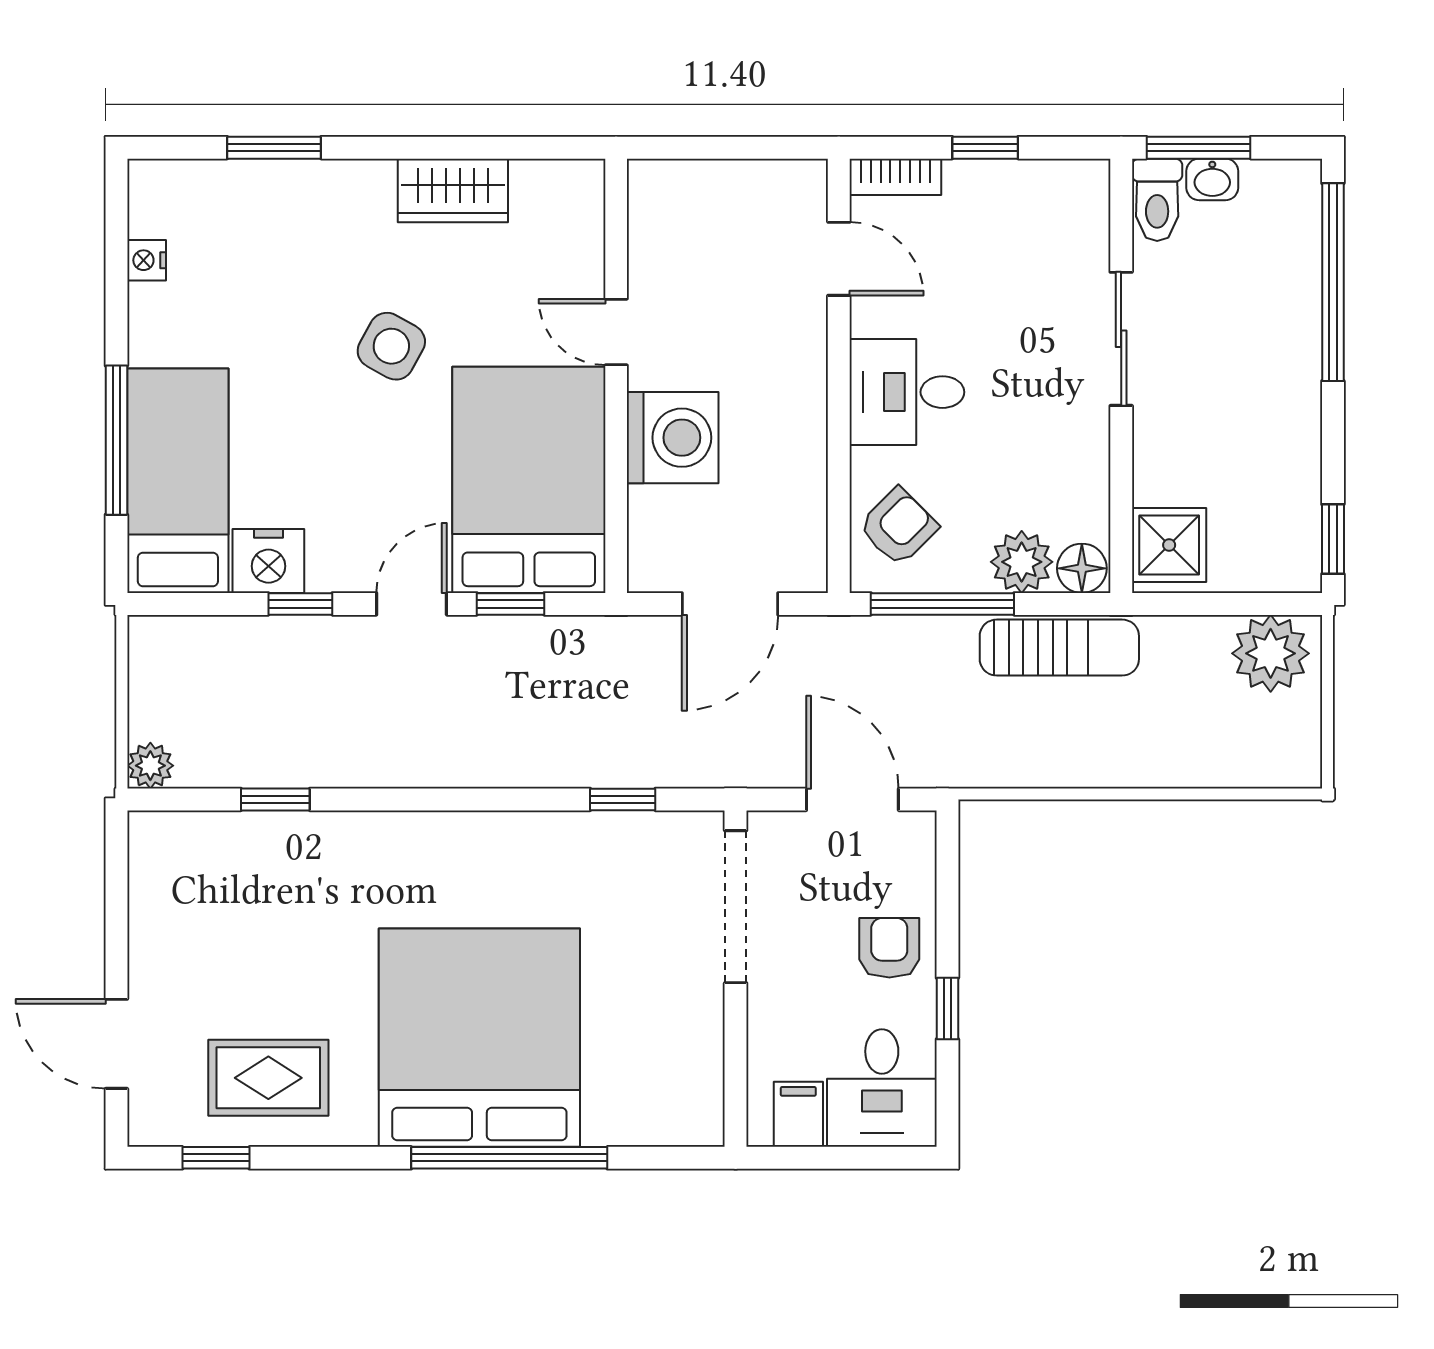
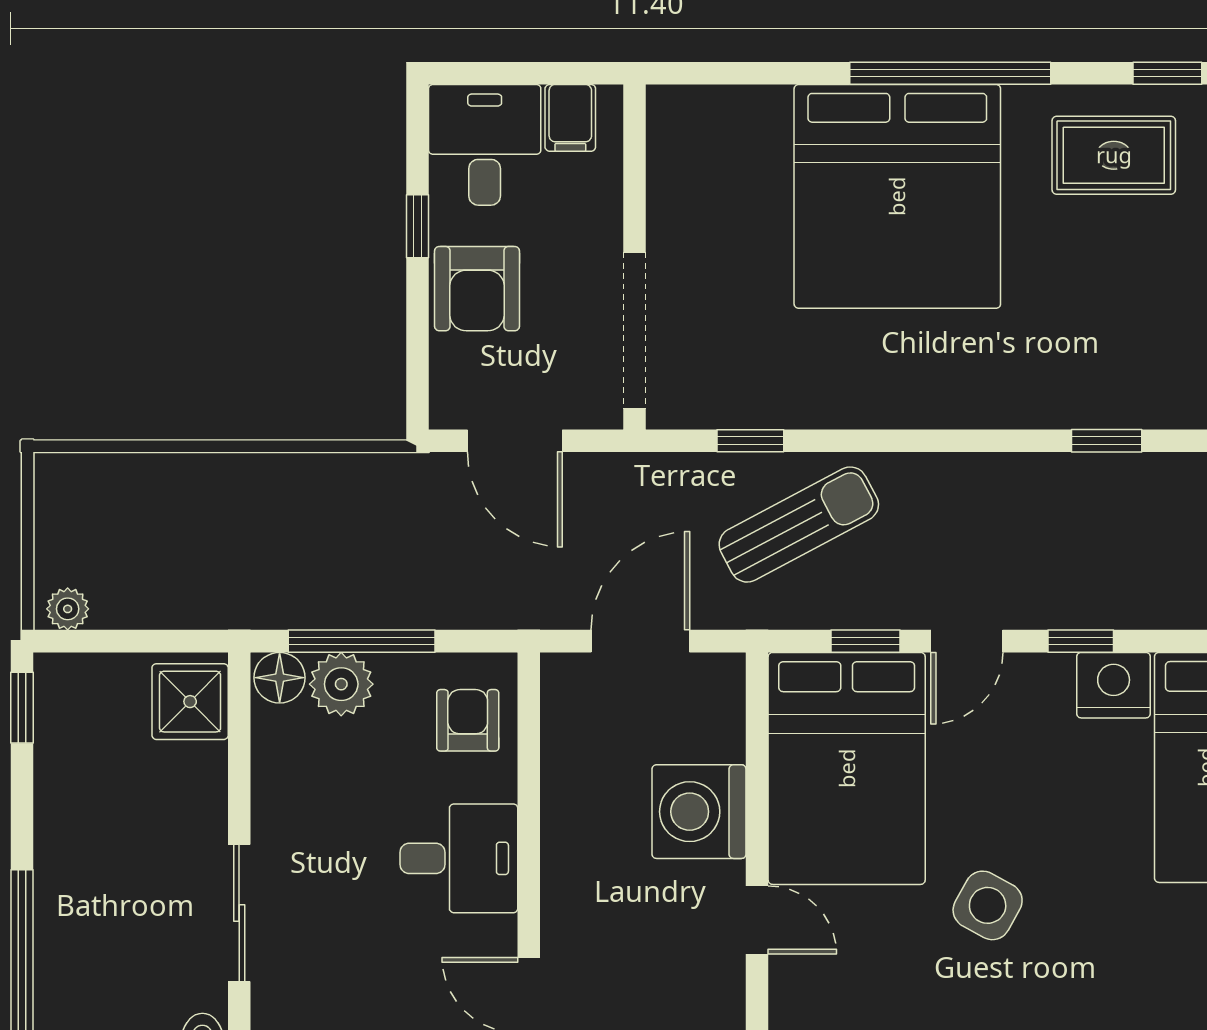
armchair: (898, 527) -> (468, 720), turned 135
window: (942, 604) -> (362, 641), moved
sun lounger: (1059, 648) -> (799, 525), moved, turned 152
plant: (1271, 653) -> (68, 609), width x0.53, depth x0.53
armchair: (889, 948) -> (477, 289), width x1.38, depth x1.38
window: (509, 1158) -> (950, 73), moved

